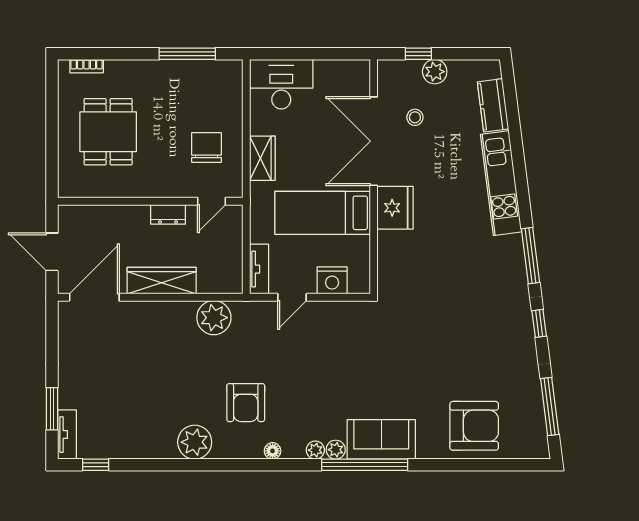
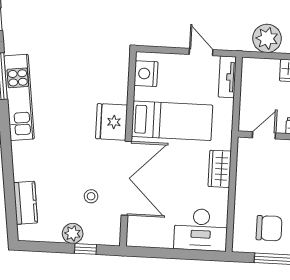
chair: (206, 147) -> (269, 228), moved, turned -90
kitchen unit: (501, 183) -> (19, 97), moved
nightstand: (332, 280) -> (146, 74), moved, turned -90
door: (292, 297) -> (201, 52), hinge flipped

